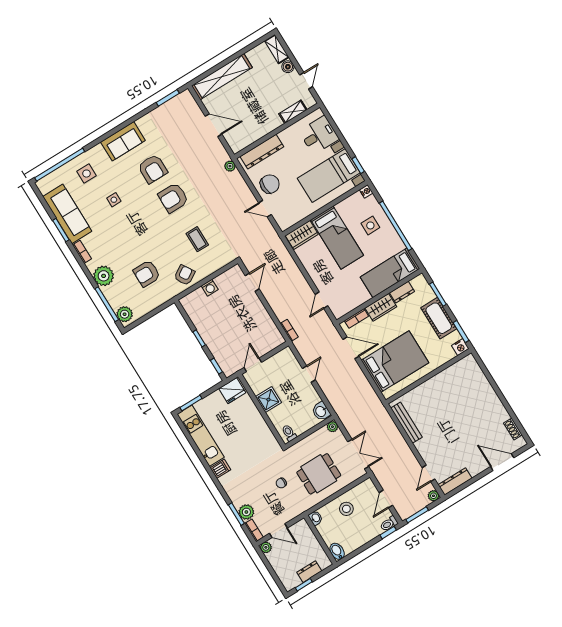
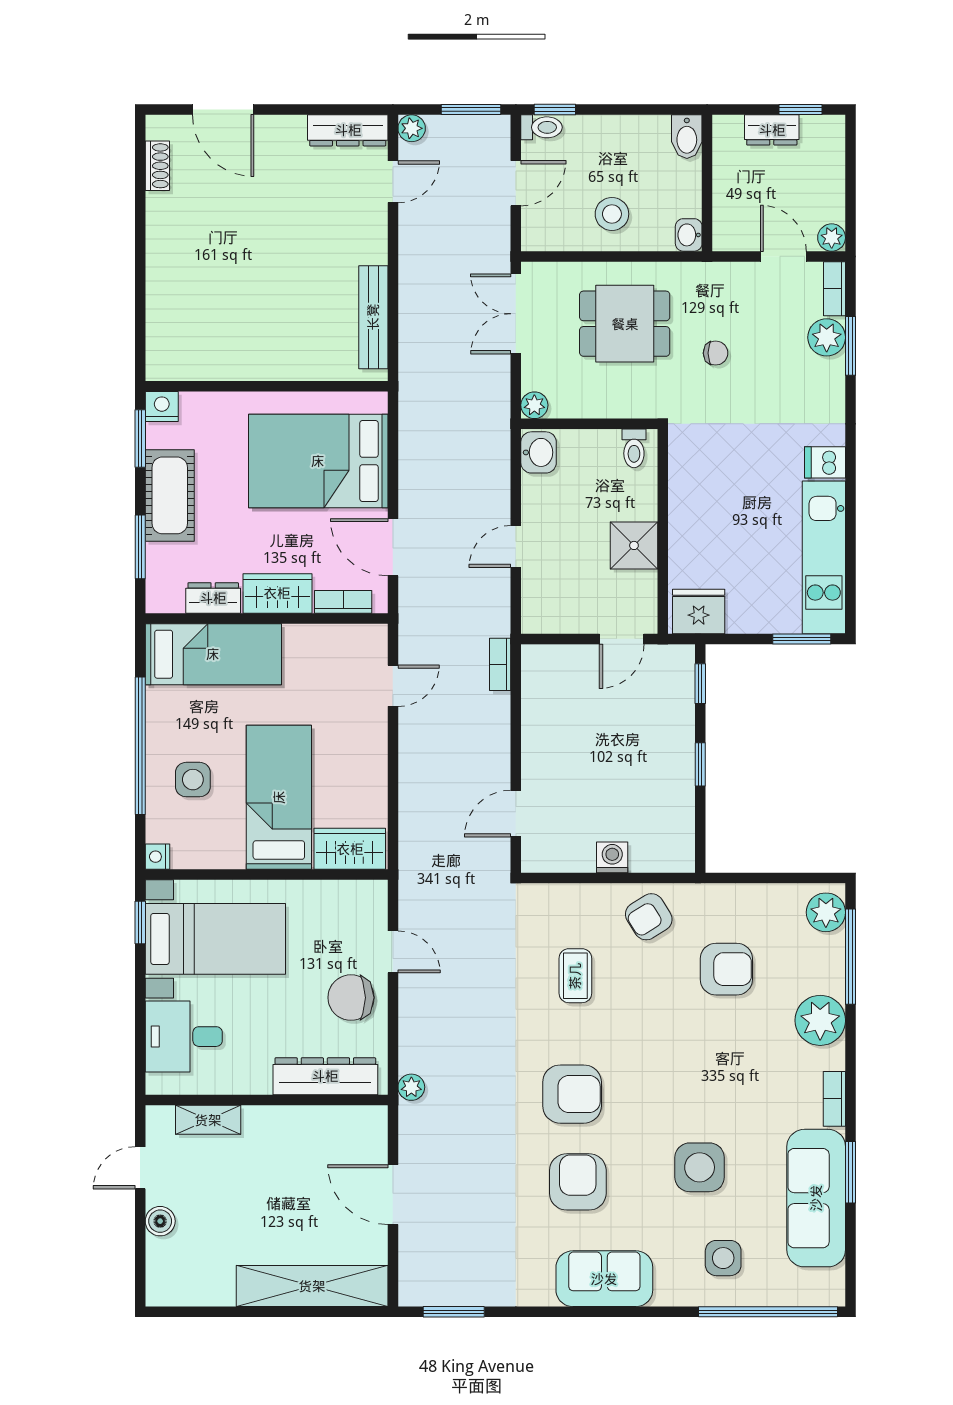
shelving: (277, 49) -> (161, 1273), removed
side table: (114, 200) -> (700, 1167), width x1.87, depth x1.87

